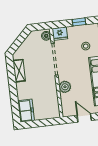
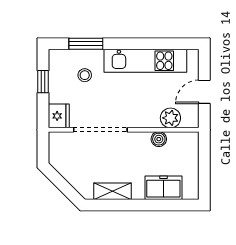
boiler: (46, 36) -> (159, 139), moved
plant: (65, 87) -> (170, 118), moved
freezer: (26, 111) -> (163, 188), moved

